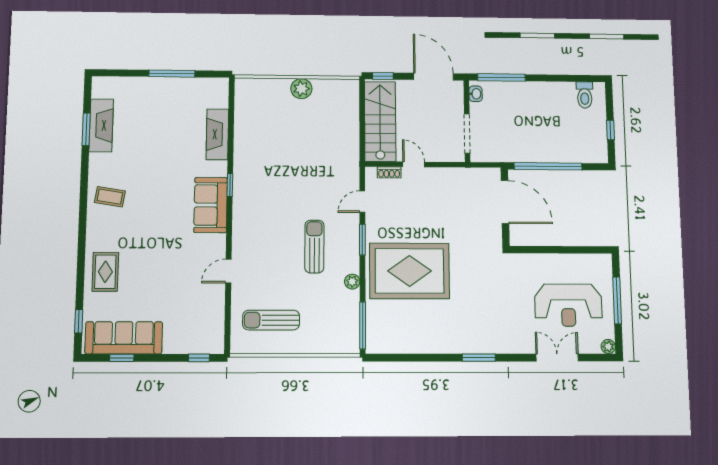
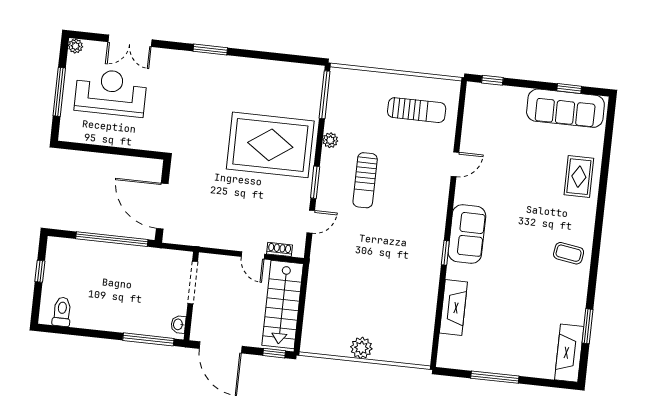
fireplace: (101, 125) -> (569, 353), moved
window: (79, 321) -> (609, 130), removed

